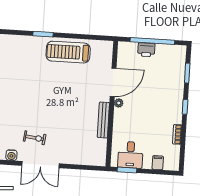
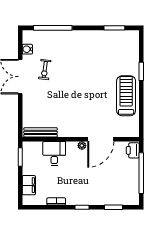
printer: (146, 50) -> (133, 150), moved
door: (113, 82) -> (101, 139), hinge flipped
bench: (103, 120) -> (41, 132), moved
desk: (130, 155) -> (54, 153), moved, turned 90
filing cabinet: (158, 163) -> (29, 185), width x2.00

